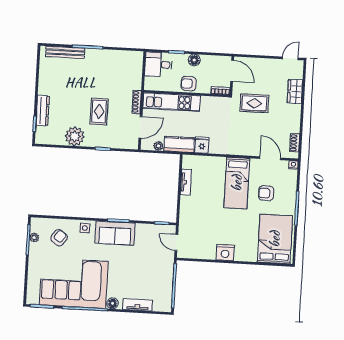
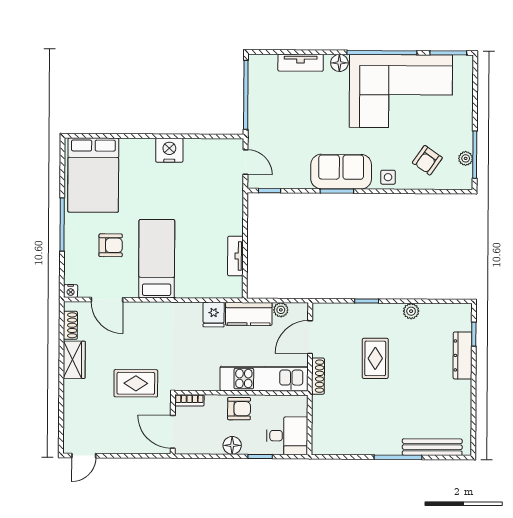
wardrobe: (295, 92) -> (74, 360), moved
plant: (75, 136) -> (411, 311), width x0.53, depth x0.53

